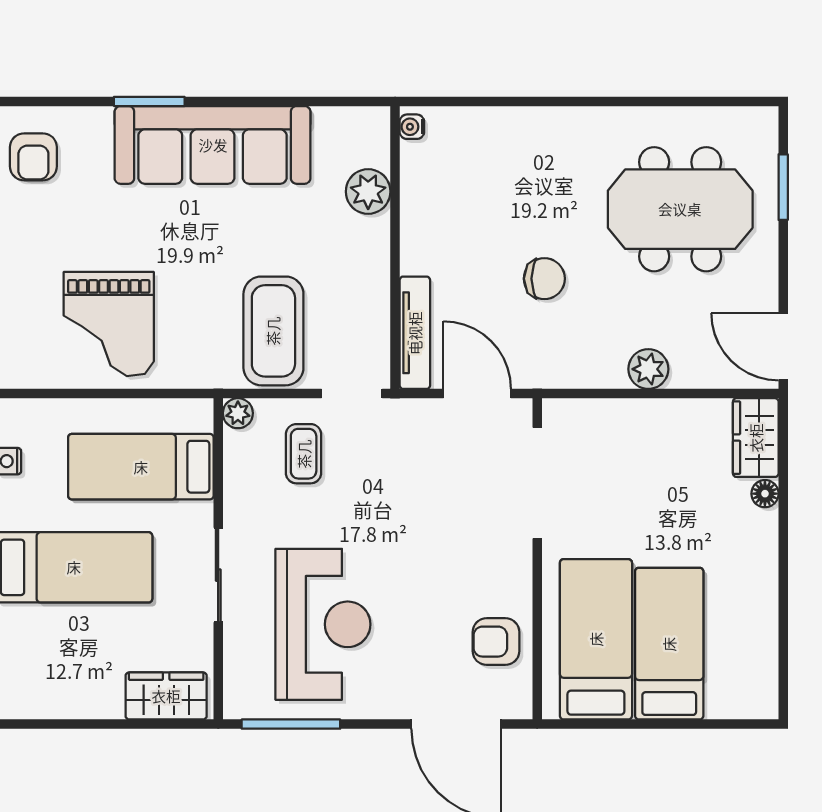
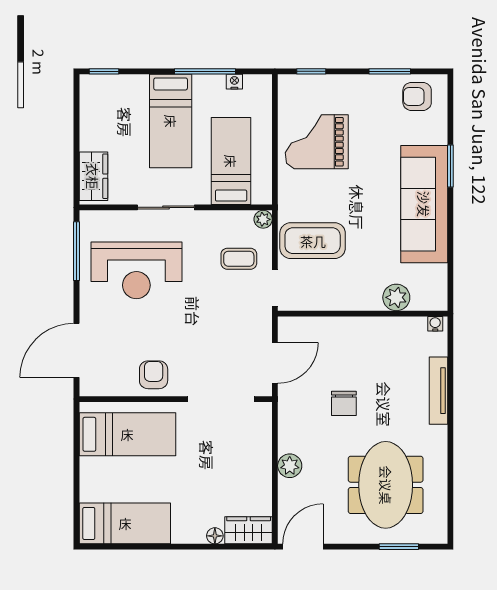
tv unit: (415, 333) -> (438, 391), moved, turned 90
armchair: (496, 642) -> (154, 375), moved
bed: (669, 644) -> (125, 523), moved

